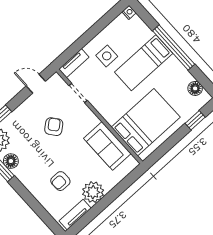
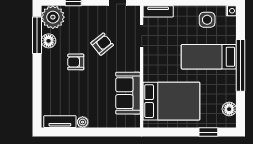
side table: (107, 56) -> (207, 20), moved
armchair: (60, 181) -> (76, 62), moved
plant: (93, 192) -> (83, 122), width x0.53, depth x0.53

